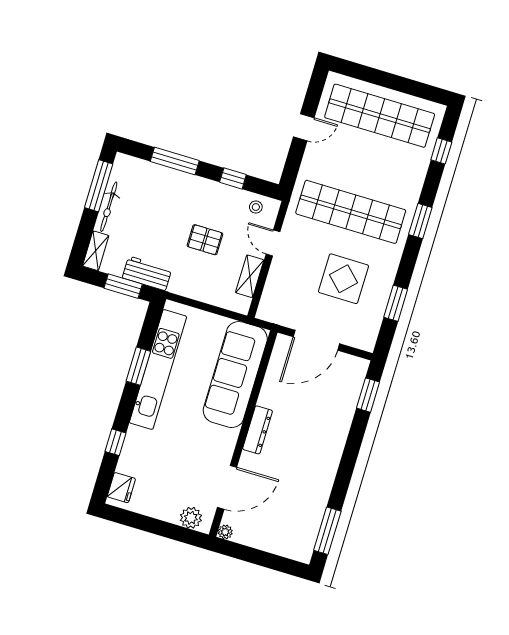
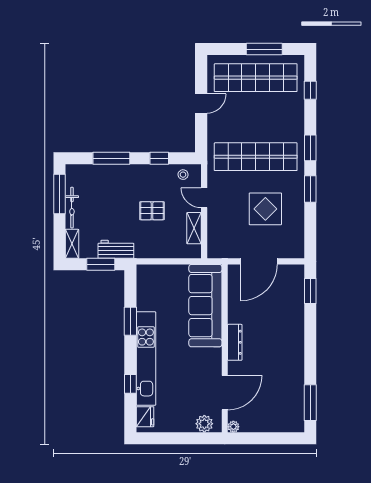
window: (400, 84) -> (264, 49), added
window: (396, 303) -> (310, 189), moved
kitchen unit: (158, 370) -> (146, 359), moved

